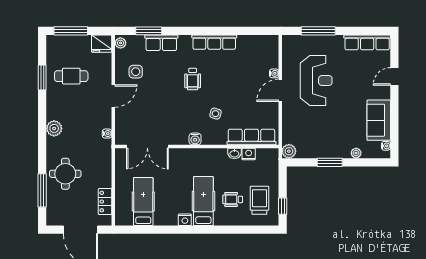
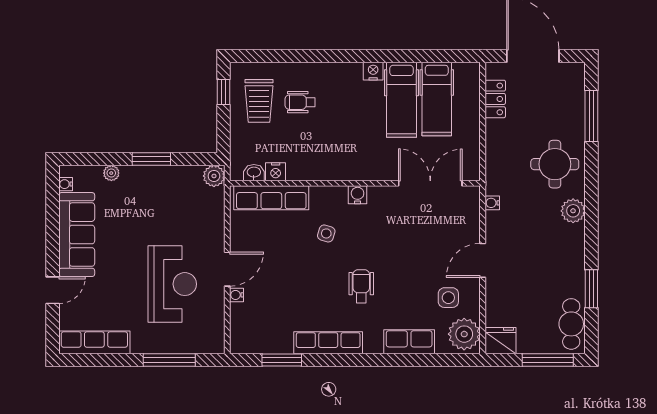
window: (149, 31) -> (282, 360), moved
plant: (120, 43) -> (464, 334), width x1.87, depth x1.87
cafe table: (71, 76) -> (571, 324), moved, turned 90
reception desk: (316, 81) -> (172, 284), turned 180
sofa: (379, 120) -> (77, 235), width x1.36
washbasin: (234, 153) -> (254, 173), moved
round table: (65, 174) -> (555, 164), moved
wheelchair: (233, 199) -> (300, 102), turned 180
hospital bed: (203, 201) -> (402, 100), moved

